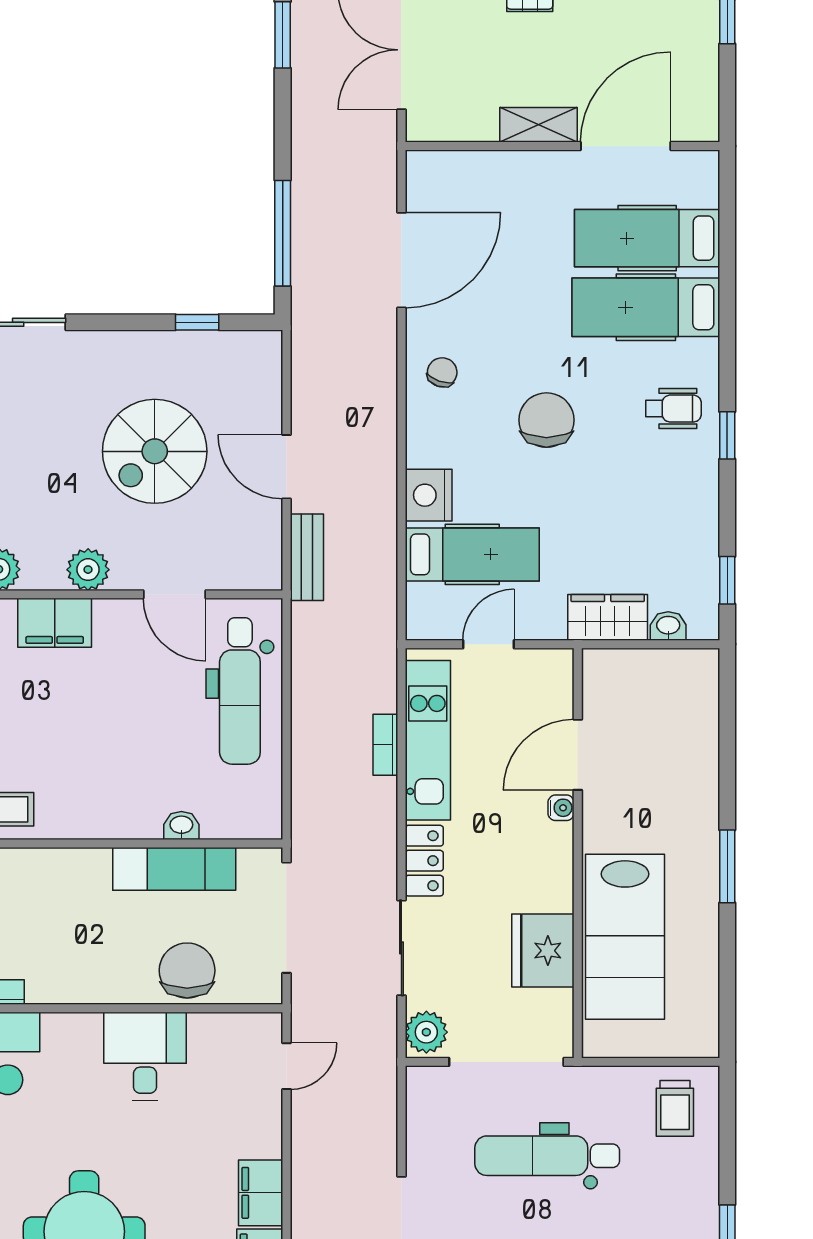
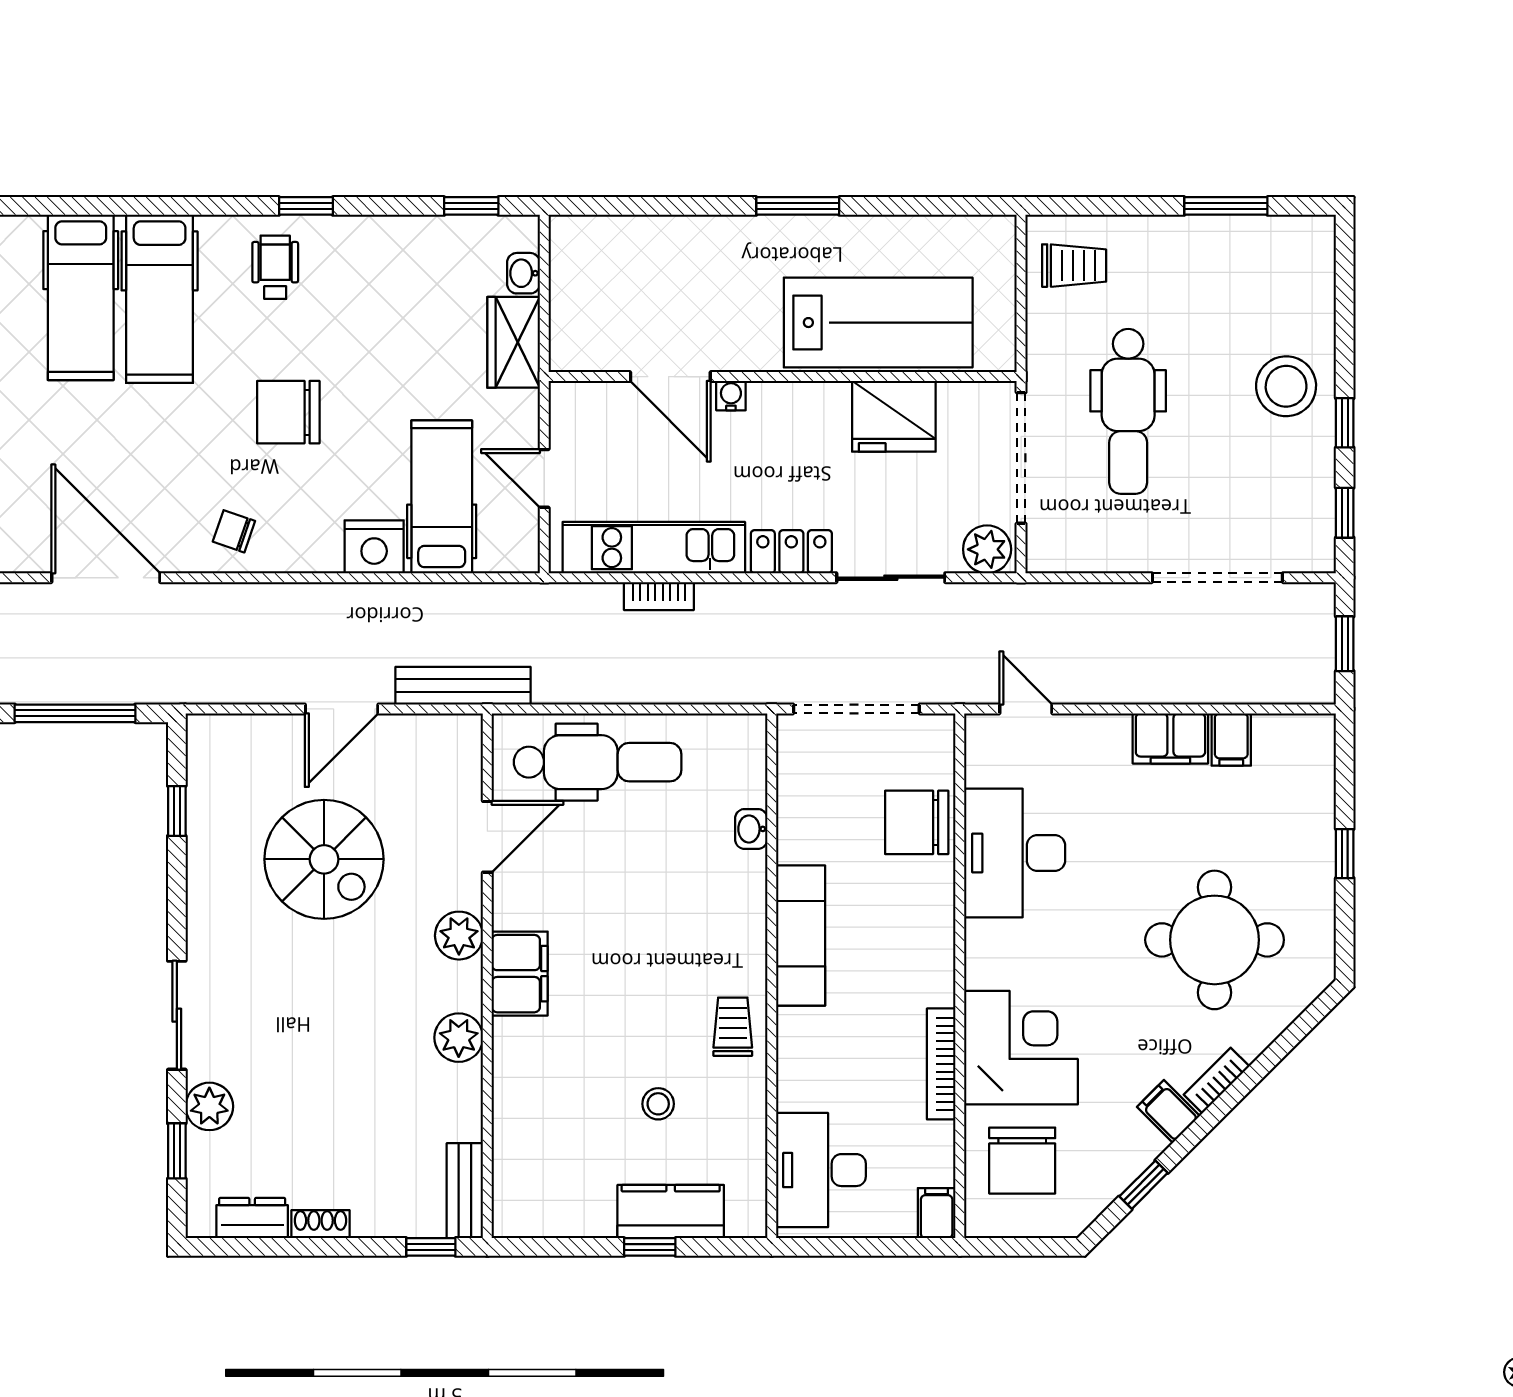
bench: (307, 557) -> (463, 686), width x1.36
exam couch: (174, 869) -> (801, 936), moved
desk: (145, 1056) -> (1015, 853), width x1.37

